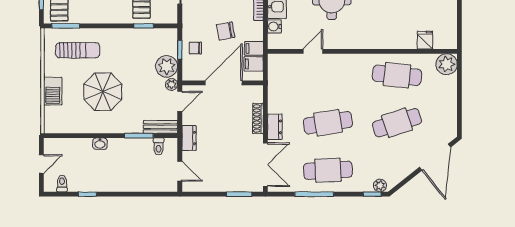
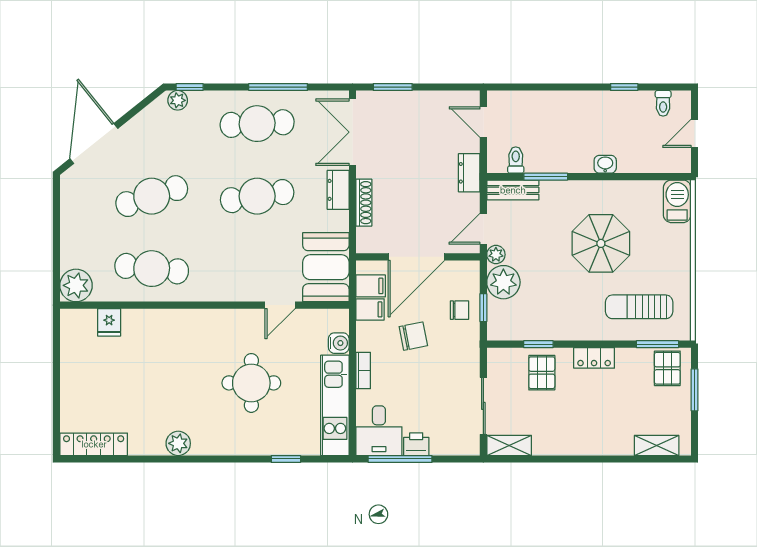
locker: (107, 17) -> (594, 358), added
booth: (283, 76) -> (326, 267), added
barbecue: (53, 91) -> (677, 201), moved

